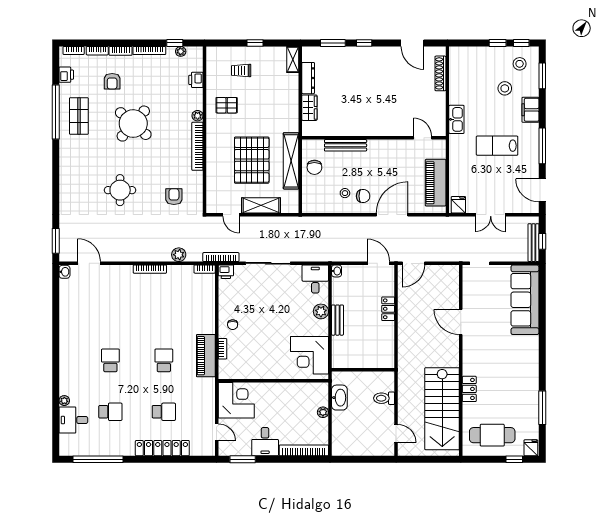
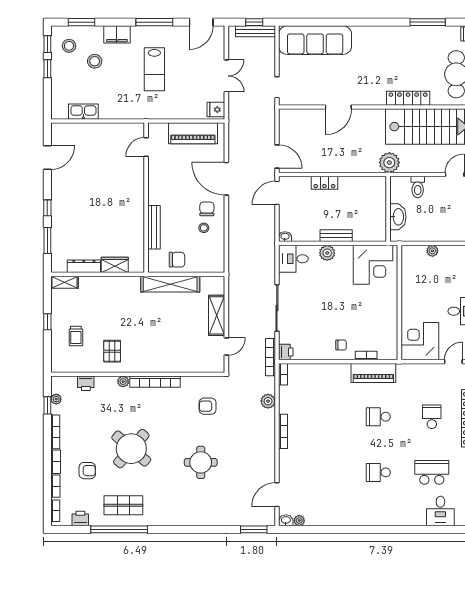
shoe rack: (440, 73) -> (79, 128), removed
kitchen sink: (456, 119) -> (83, 112), moved
pallet: (252, 160) -> (169, 325), removed
plant: (408, 371) -> (389, 163), added
locker: (469, 389) -> (408, 98), width x1.53
washbasin: (339, 398) -> (398, 217), moved, turned 90
plant: (64, 401) -> (299, 521), moved
school desk: (110, 412) -> (432, 472), width x1.85

